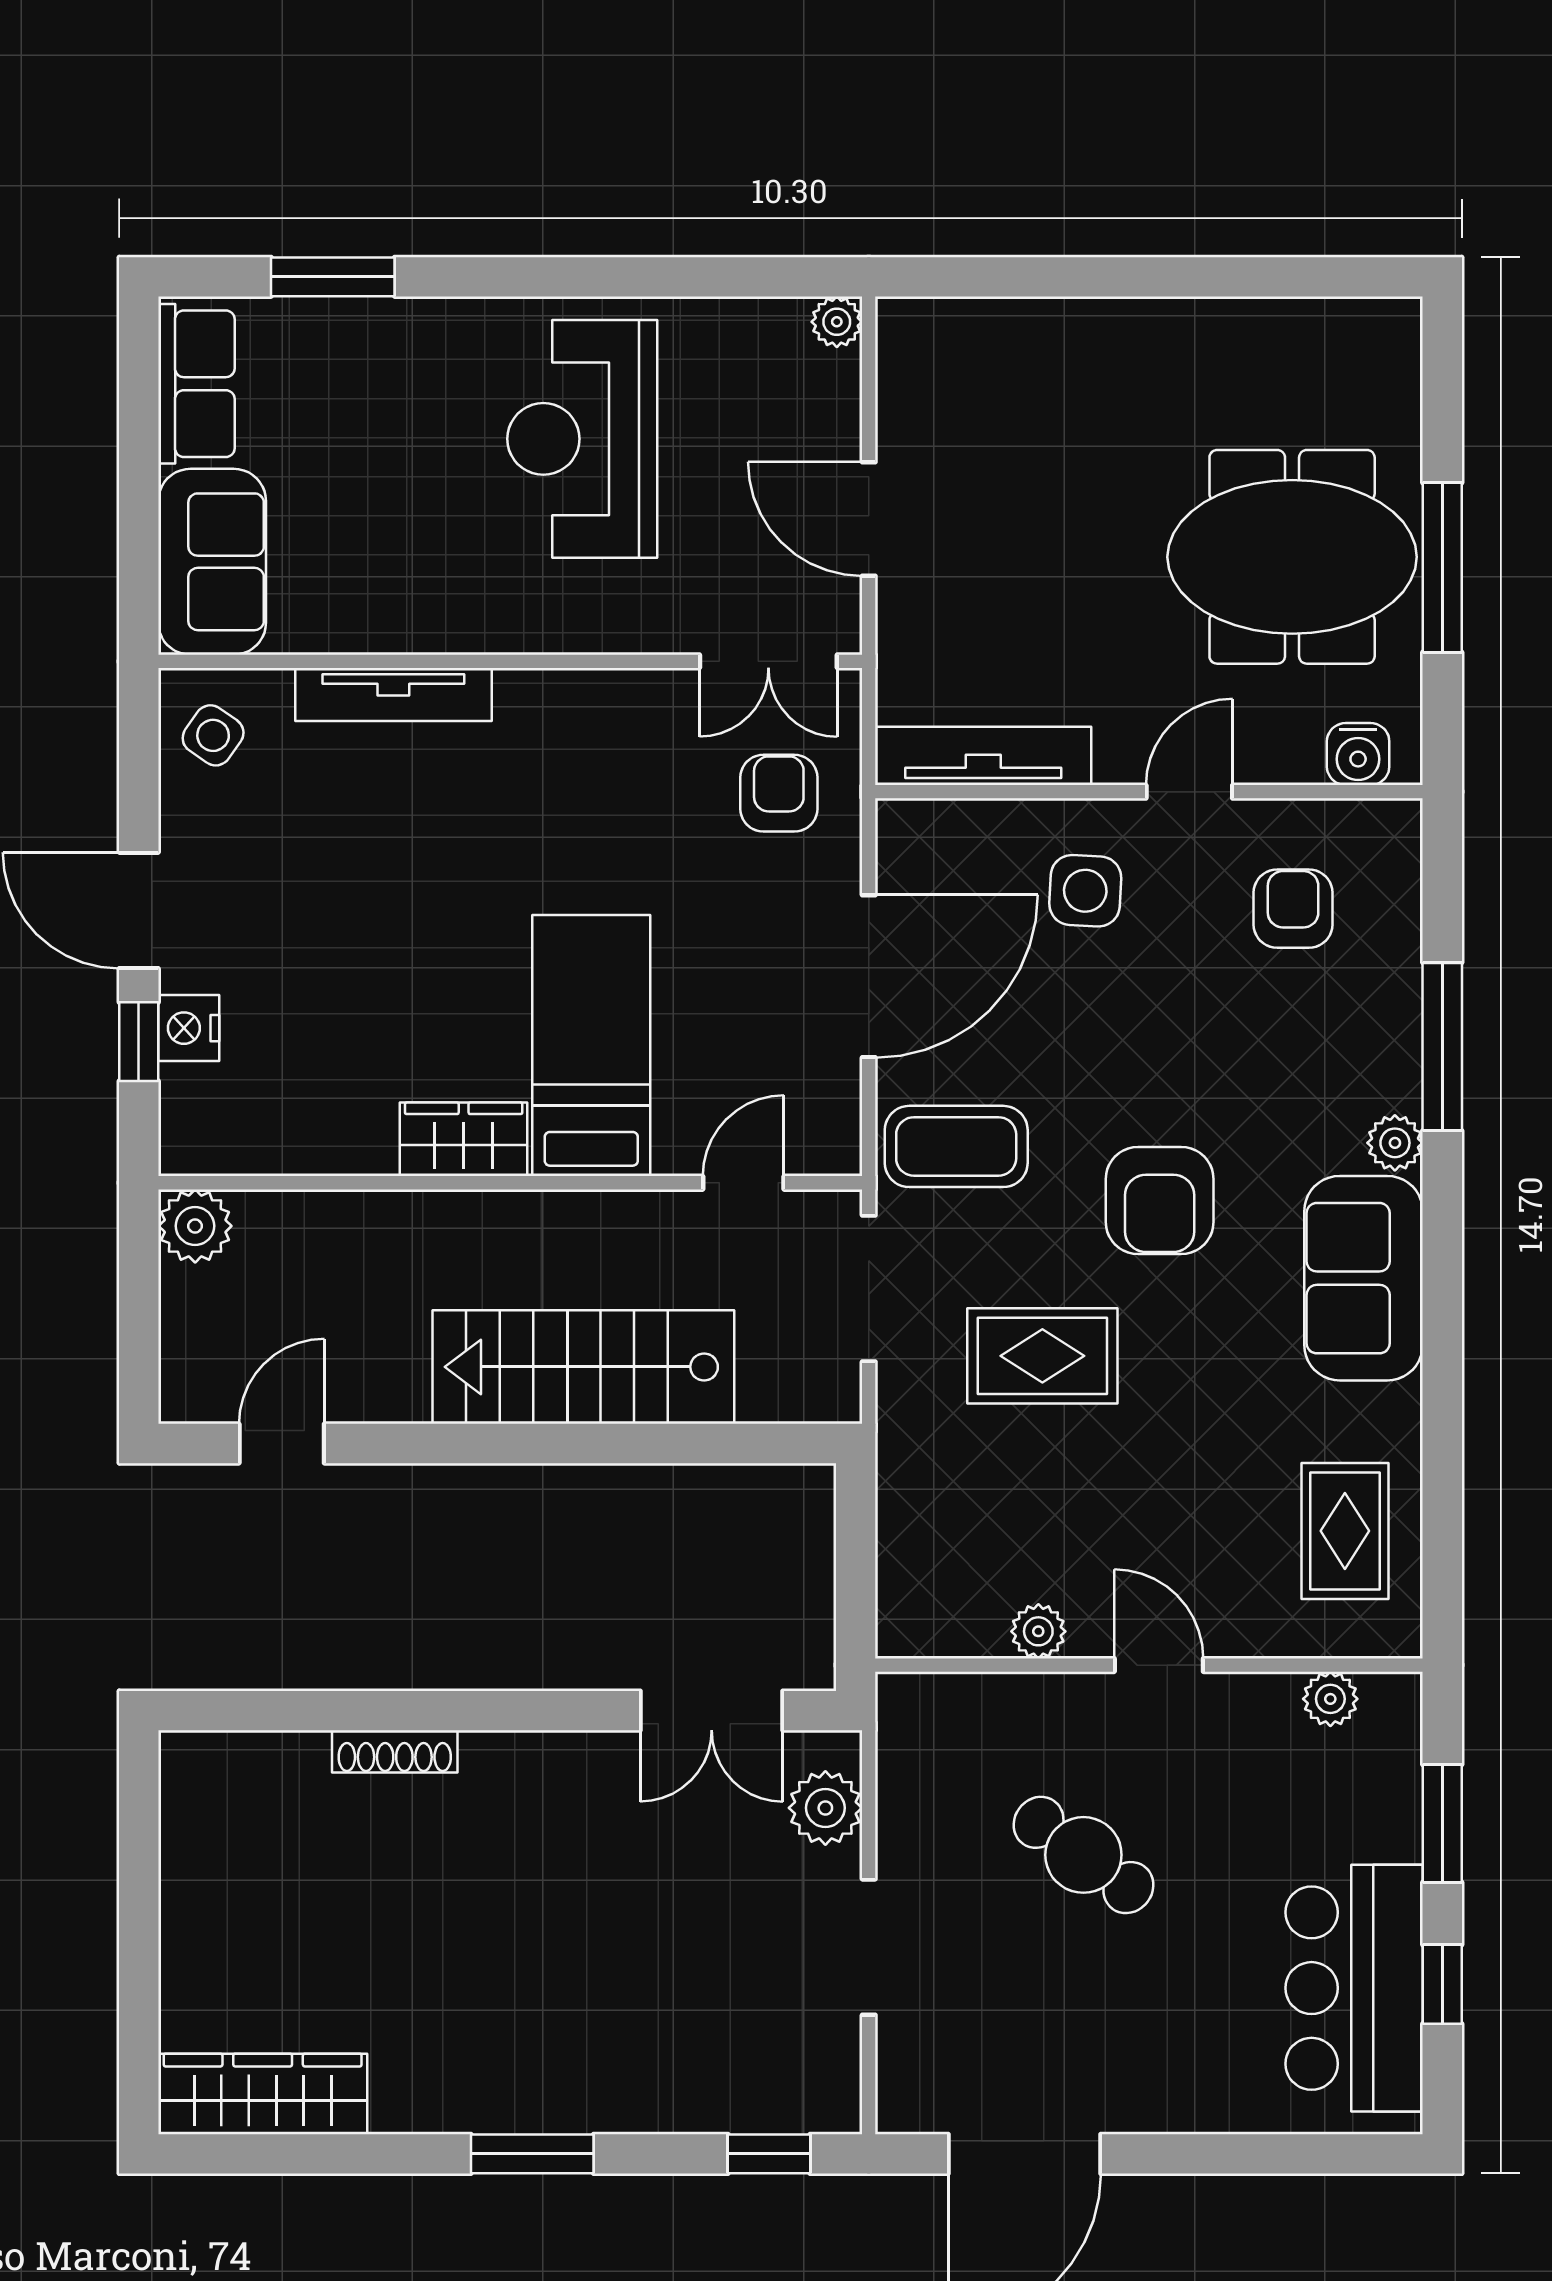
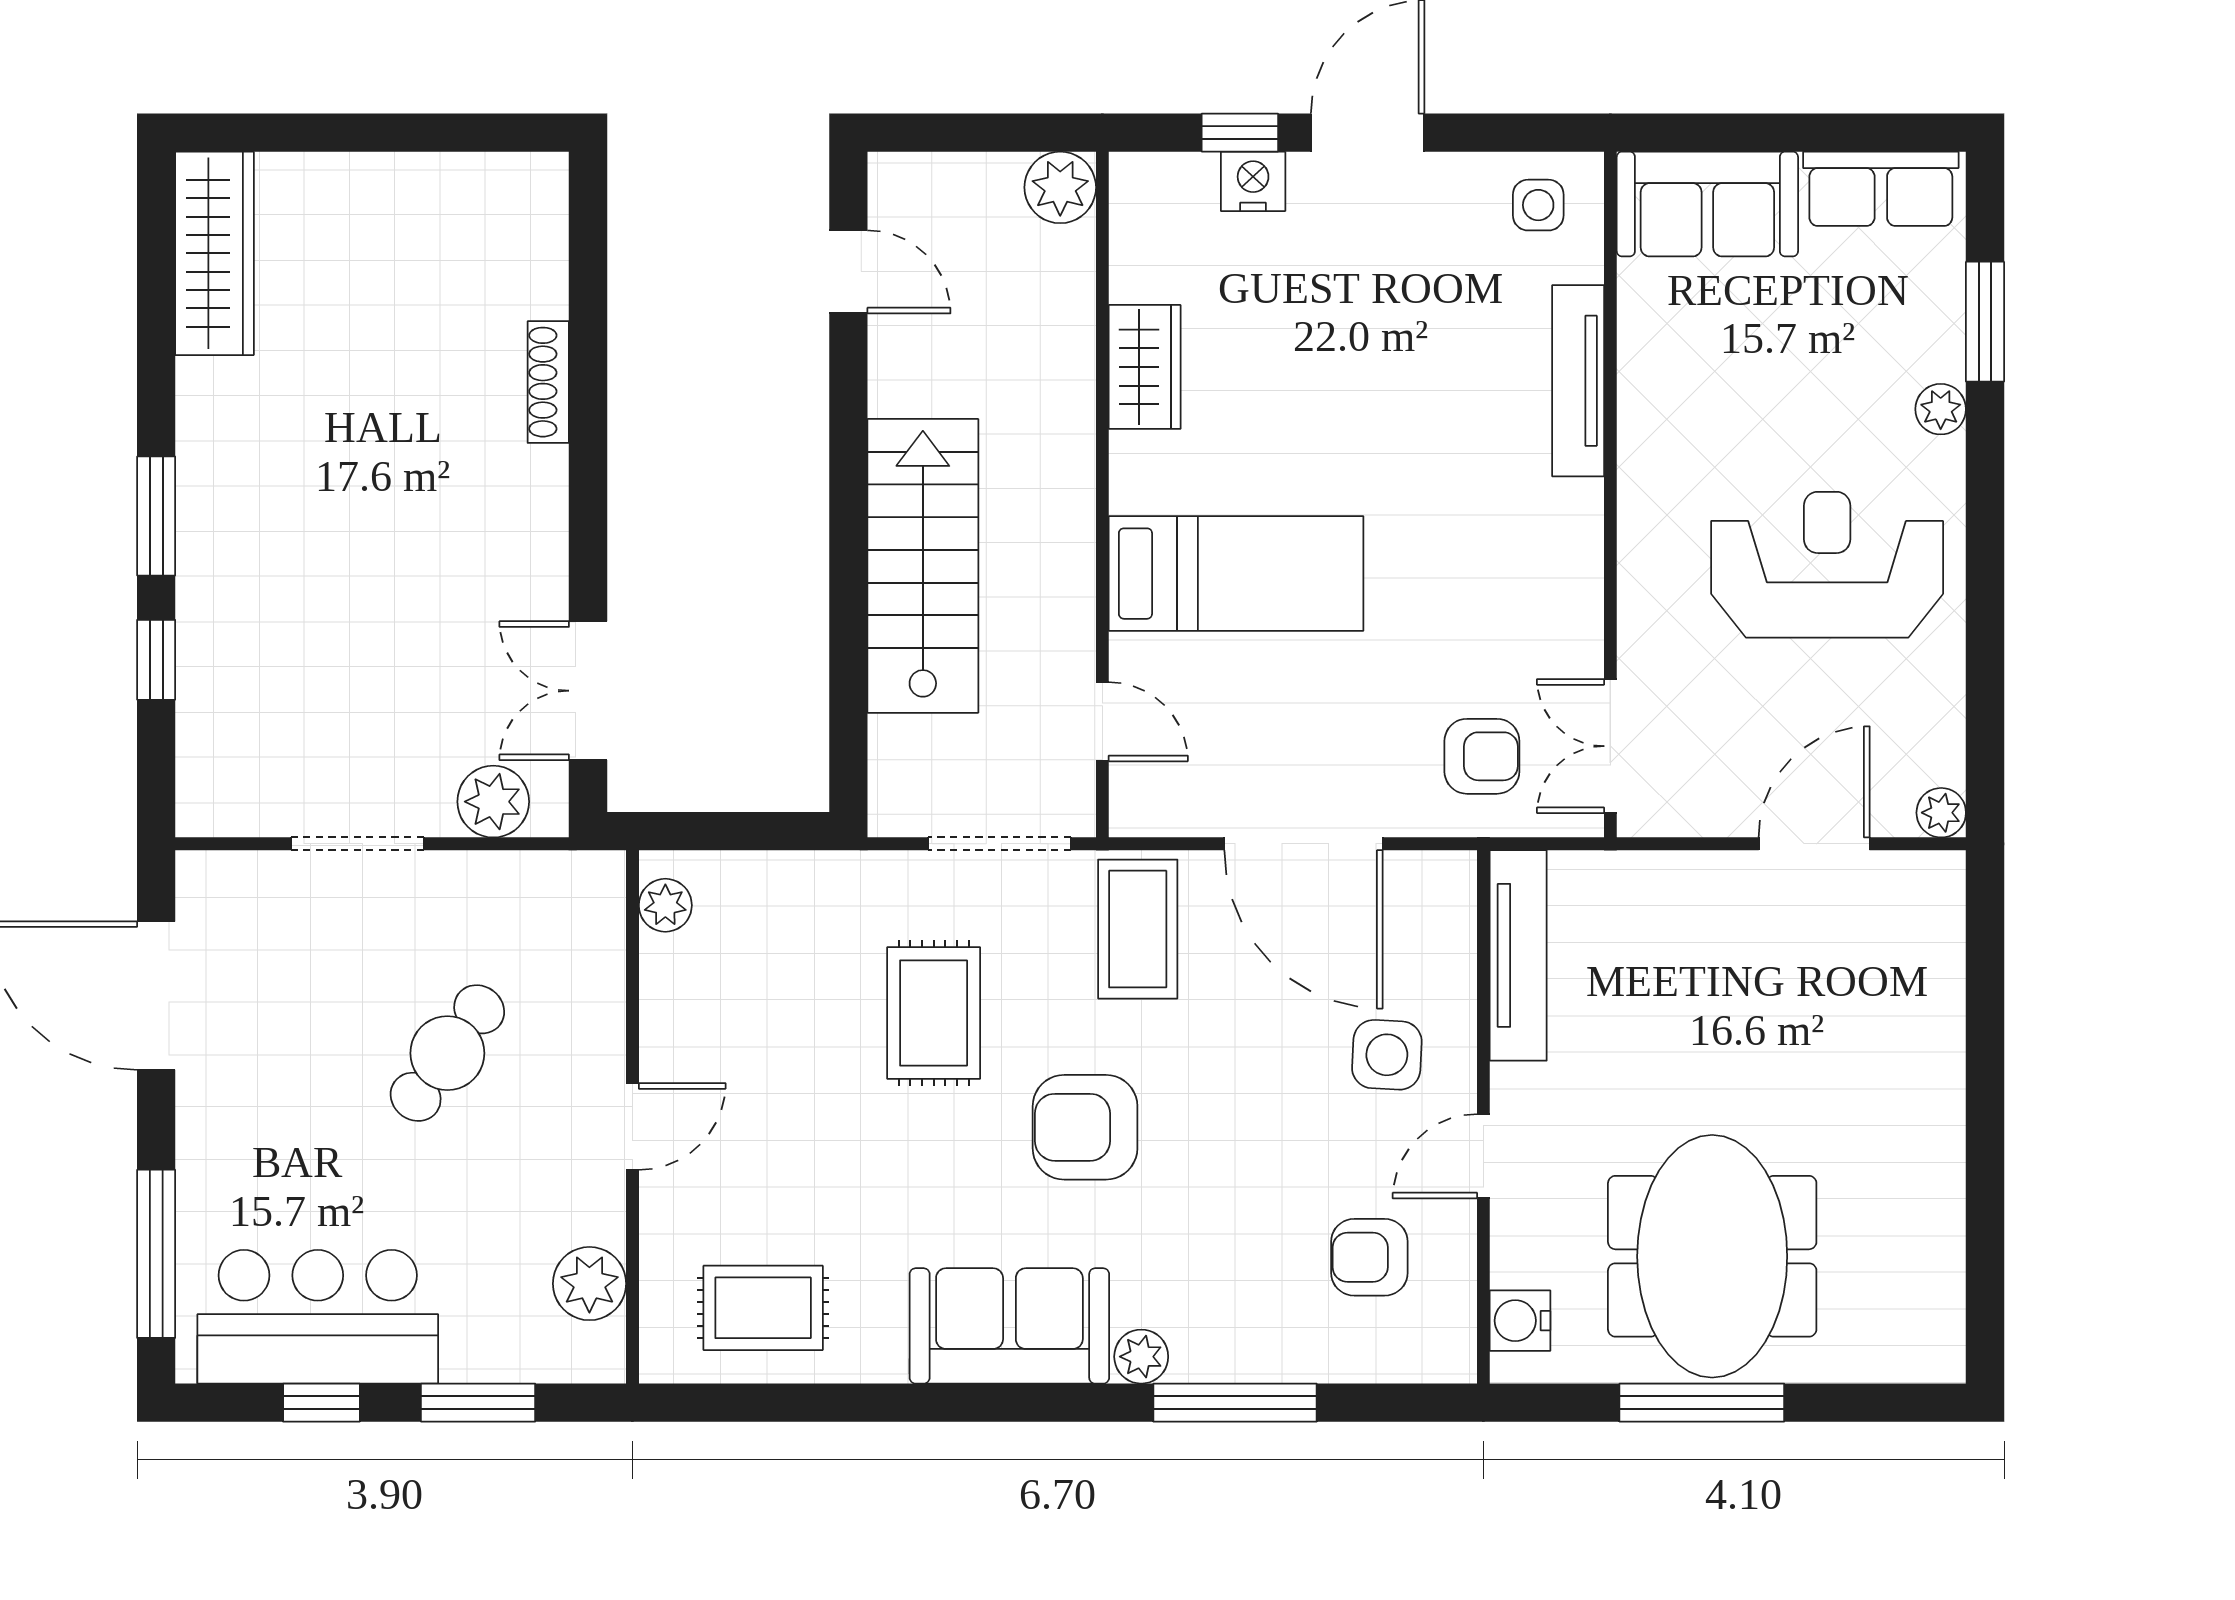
plant: (423, 322) -> (1941, 409), added
door: (869, 519) -> (1814, 844), moved
side table: (213, 735) -> (1538, 205), turned -35
door: (1189, 792) -> (1483, 1156), swing flipped
armchair: (1293, 909) -> (1369, 1257), turned 180
wardrobe: (464, 1139) -> (1145, 367), moved
plant: (1038, 1631) -> (665, 905), moved
plant: (1330, 1699) -> (589, 1284), width x1.38, depth x1.38
window: (769, 2154) -> (156, 660), moved
window: (1290, 2154) -> (156, 1254), added

